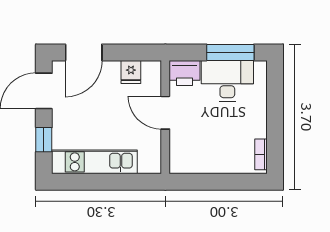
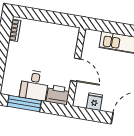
desk: (227, 81) -> (34, 85), width x0.73

